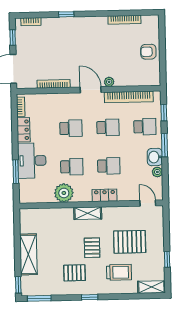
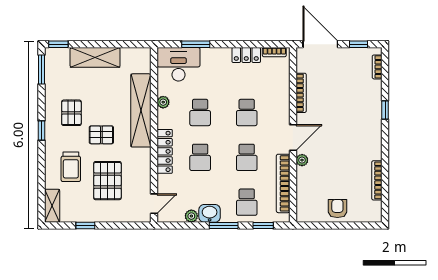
desk: (32, 161) -> (178, 64), moved
plant: (64, 193) -> (163, 102), width x0.53, depth x0.53
locker: (105, 195) -> (165, 151), width x1.53
shelving: (88, 213) -> (141, 110), width x2.20, depth x1.33

